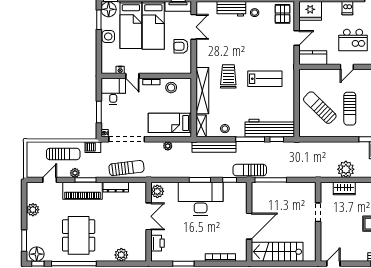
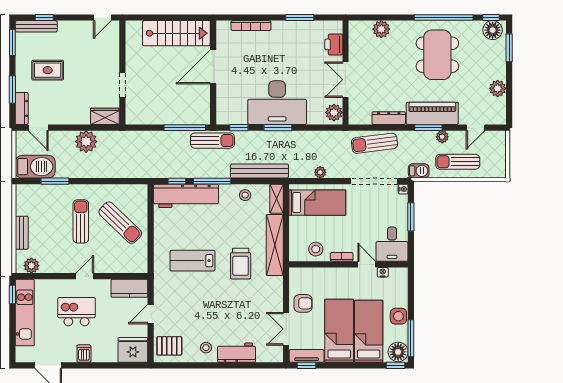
pallet: (282, 14) -> (169, 346), turned 90
window: (99, 20) -> (411, 338), width x1.44
wardrobe: (344, 189) -> (105, 116), moved

